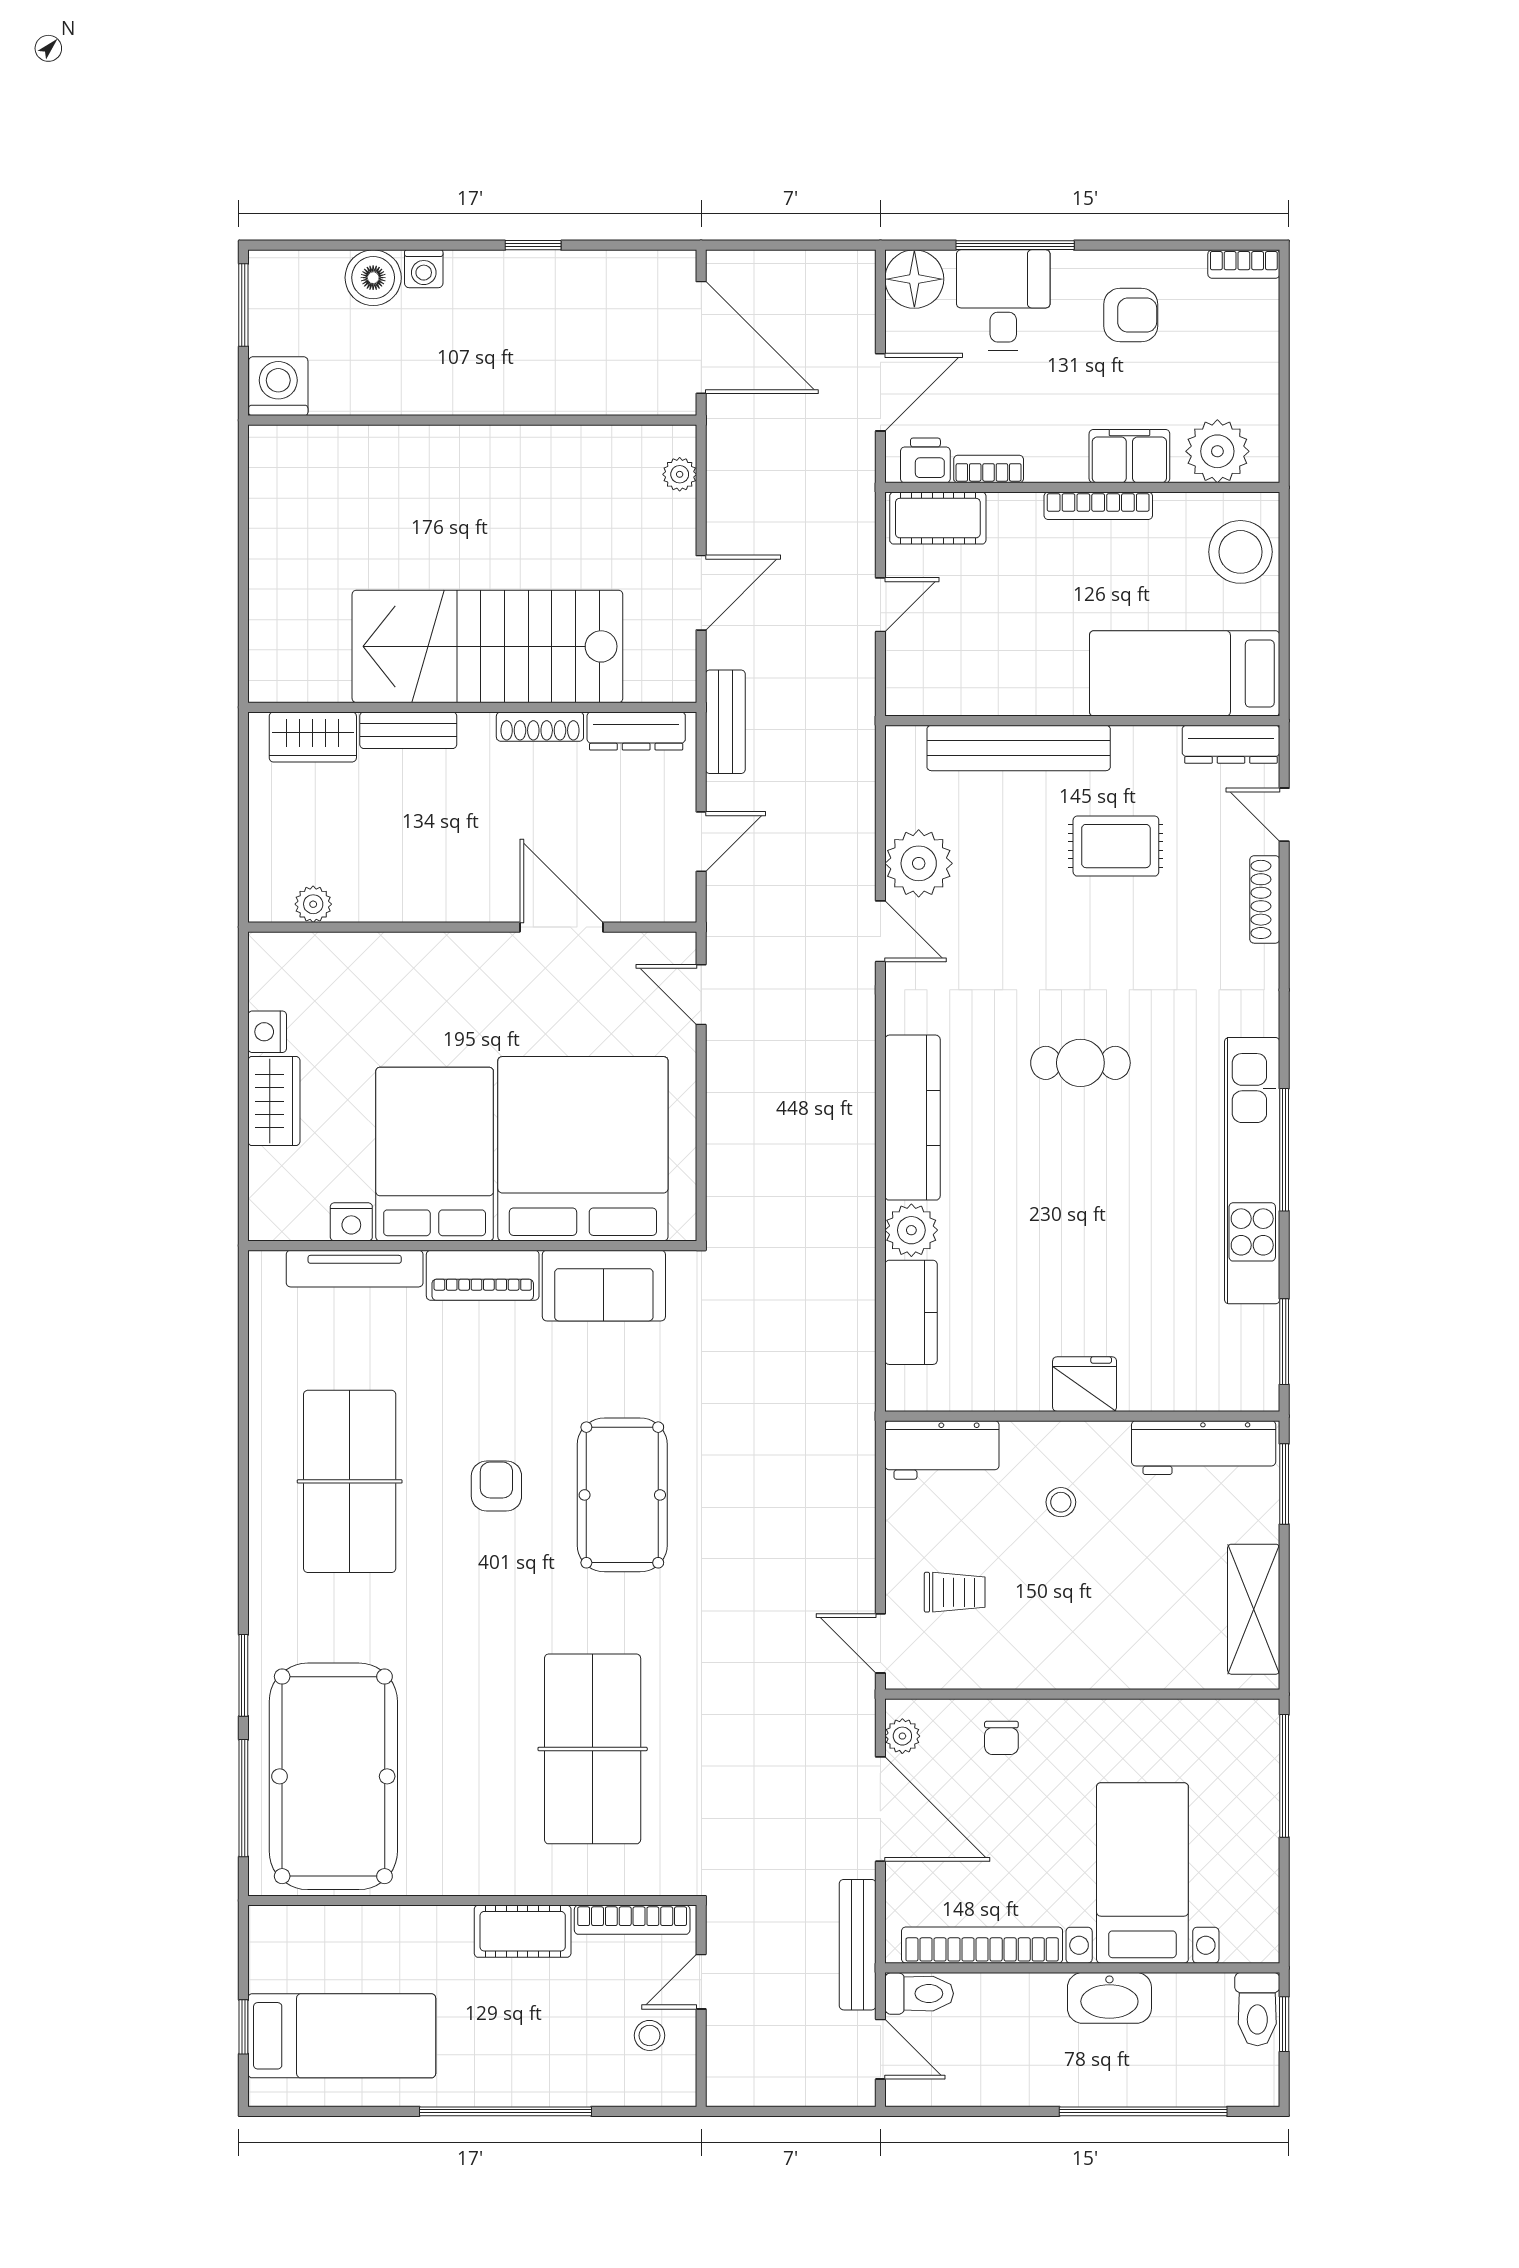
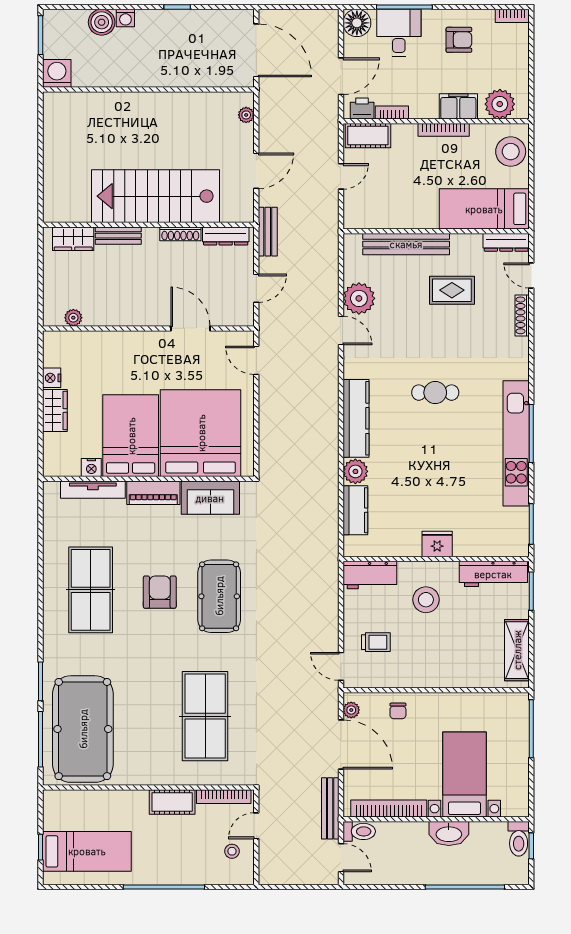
armchair: (496, 1486) -> (160, 592), width x1.38, depth x1.38
stool: (1061, 1502) -> (426, 600), width x1.89, depth x1.89

